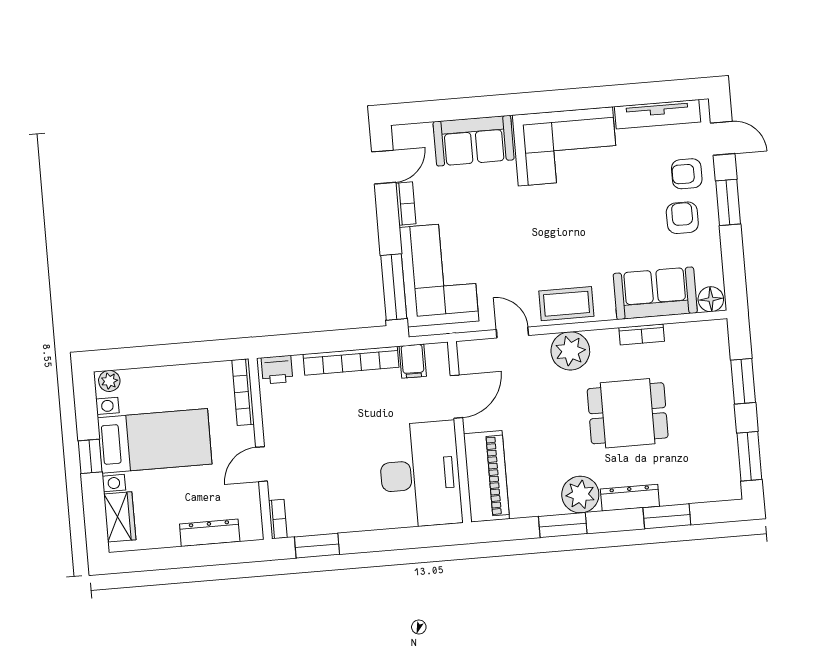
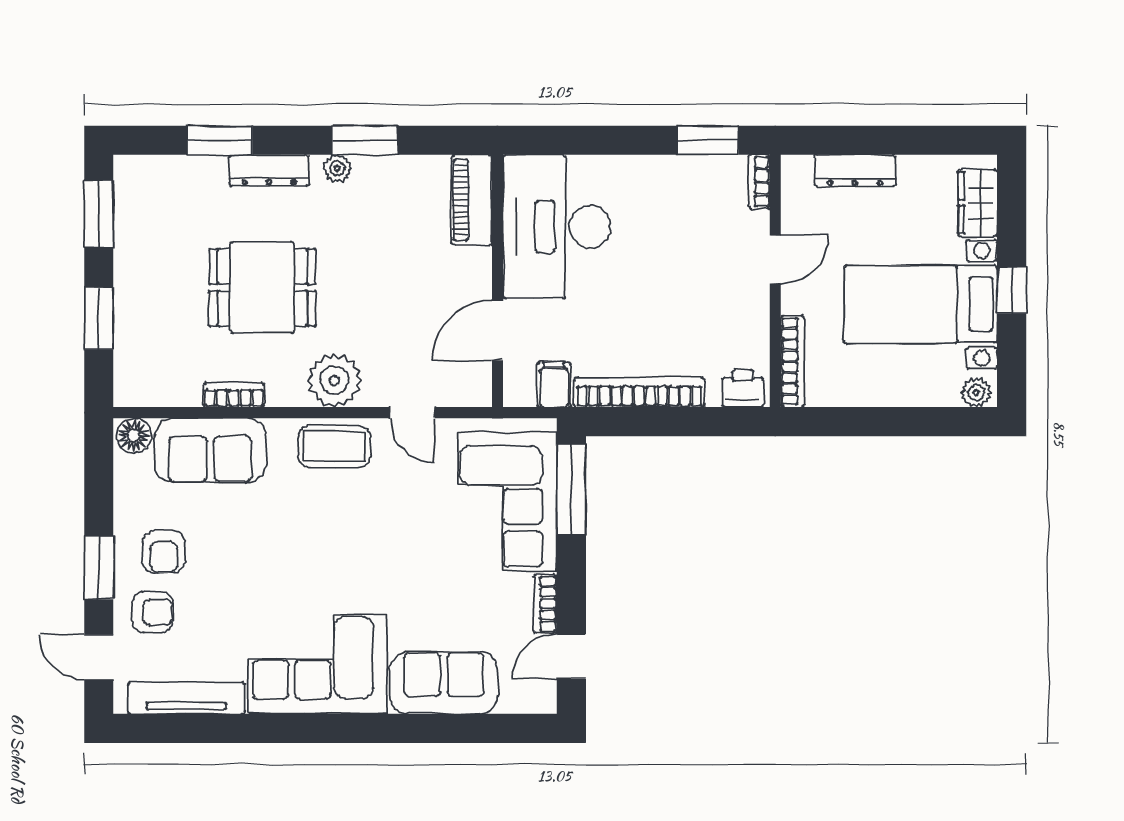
piano: (486, 476) -> (472, 200), width x0.73, depth x0.75
plant: (580, 495) -> (337, 168), width x0.53, depth x0.53

